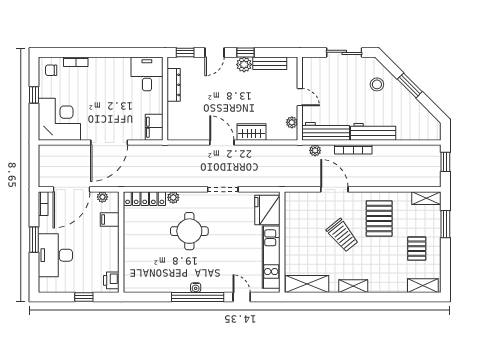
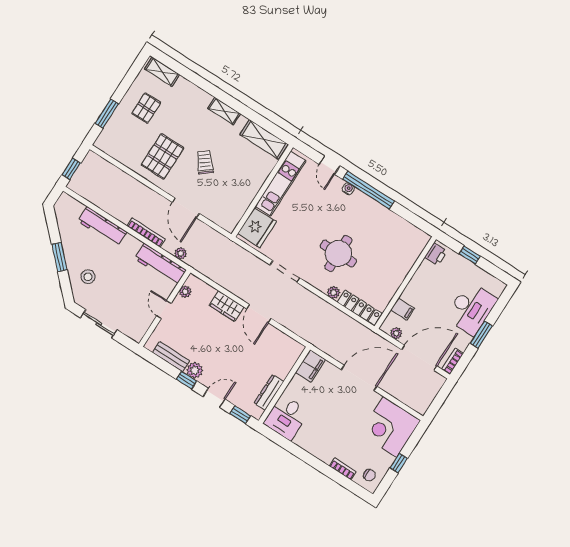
workbench: (373, 132) -> (102, 226), moved
shelving: (426, 198) -> (109, 148), removed
trolley: (342, 235) -> (205, 162), width x0.73, depth x0.72
water cooler: (196, 288) -> (348, 189), moved

